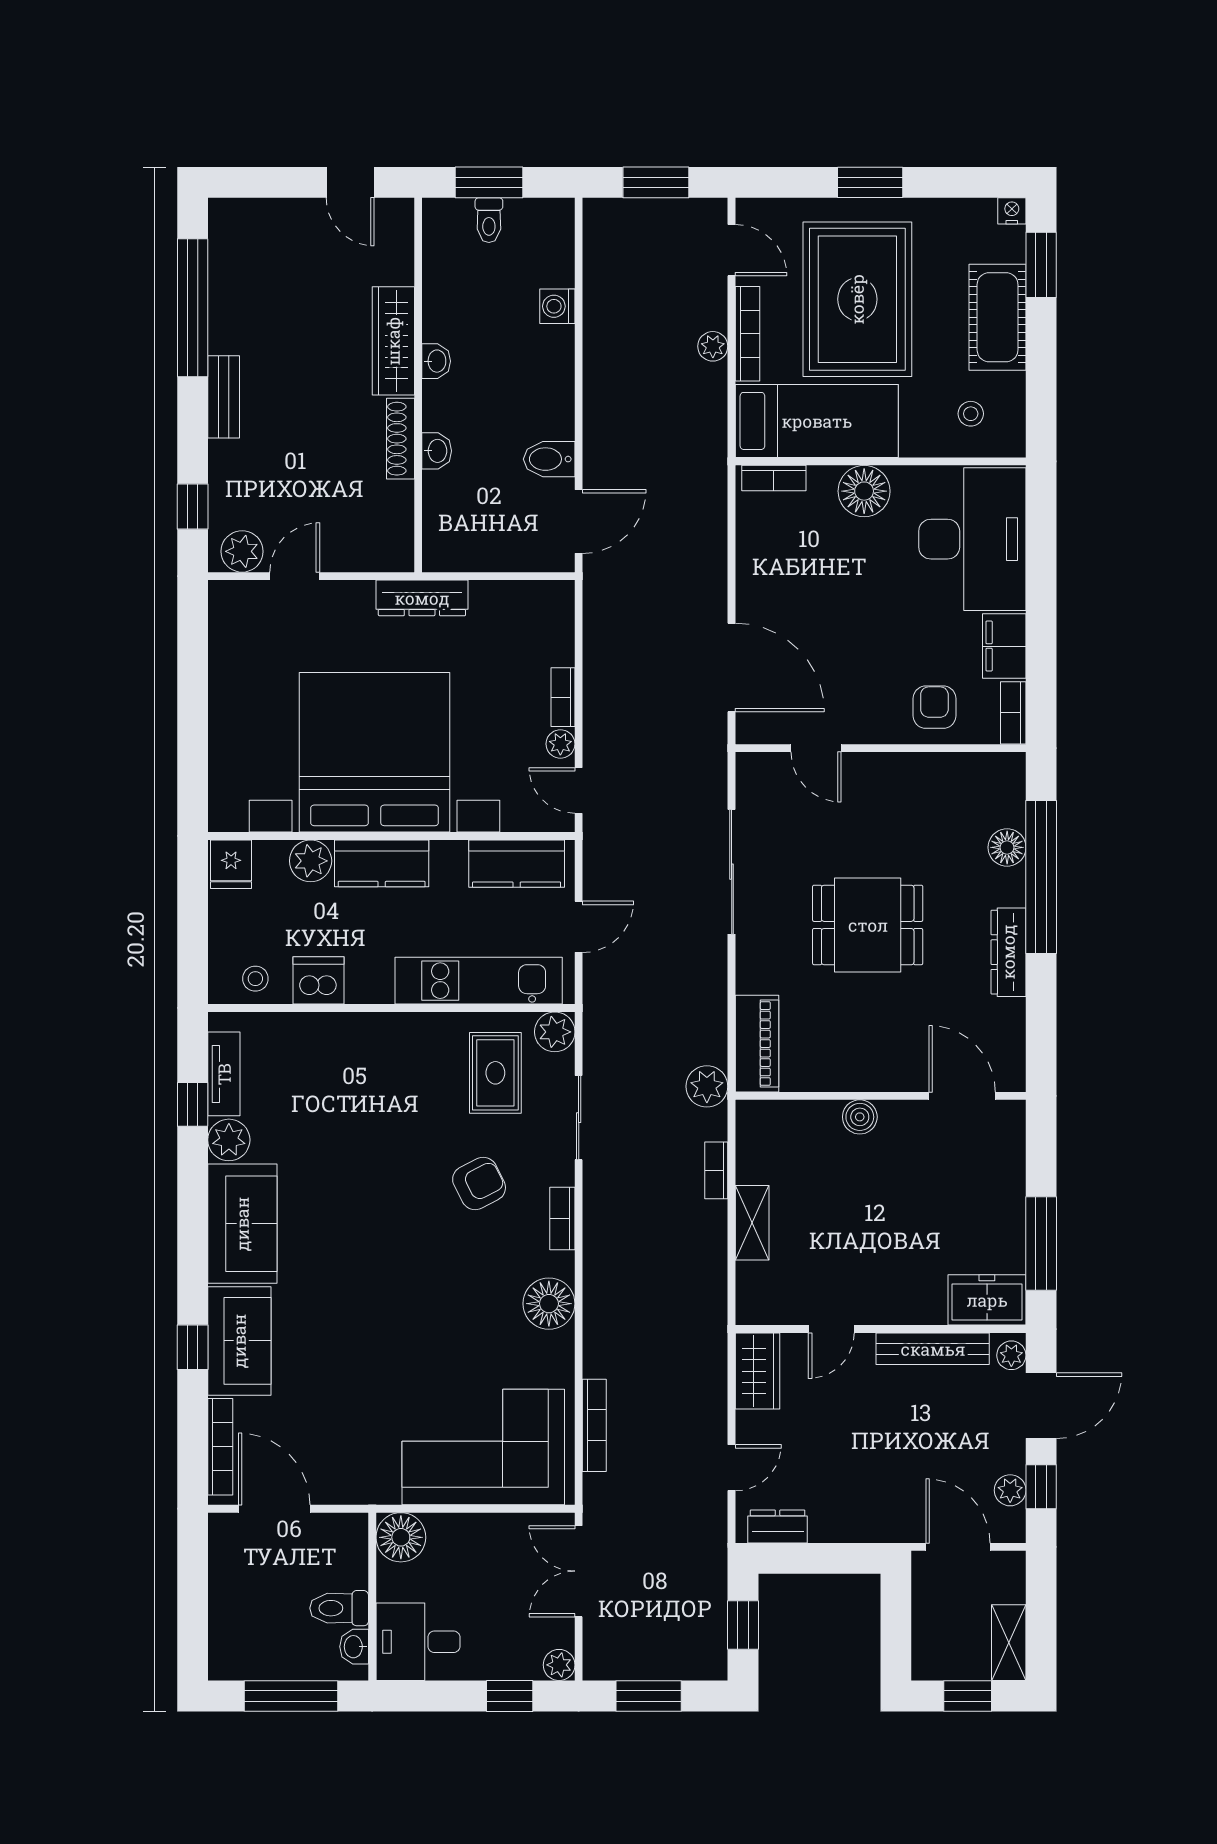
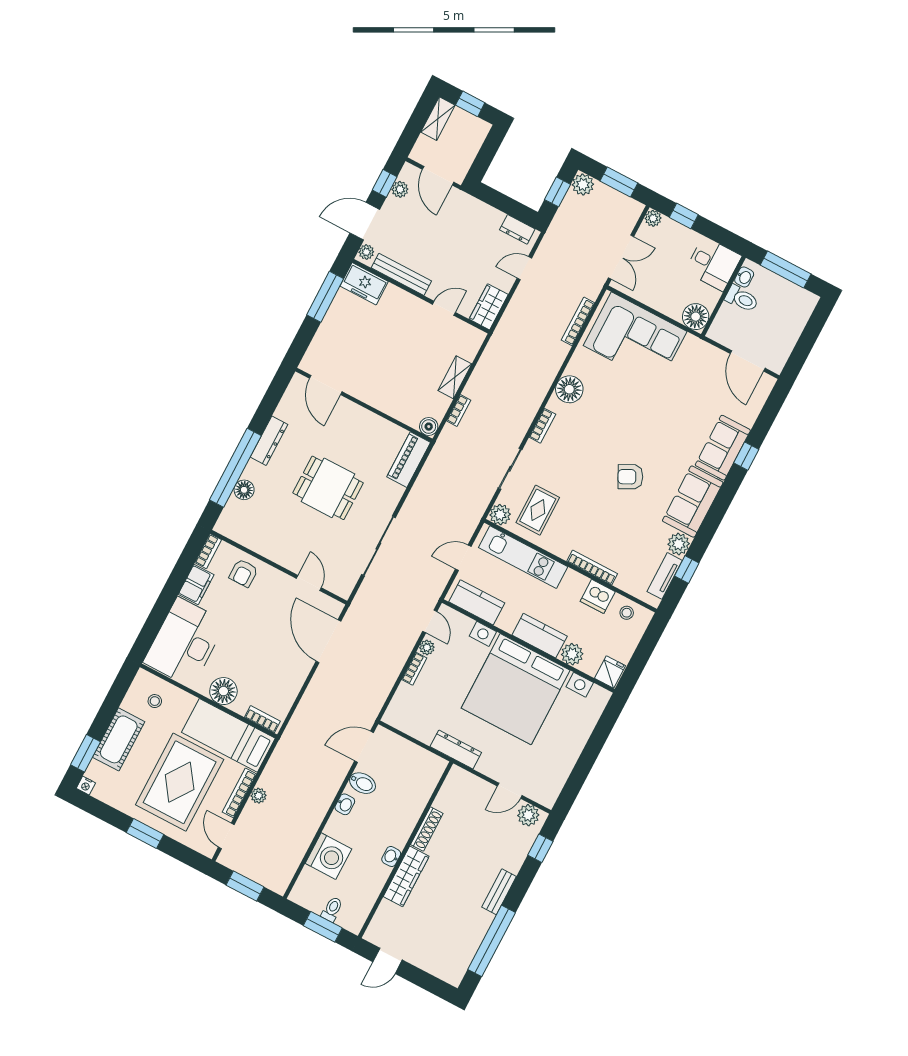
door: (350, 182) -> (388, 961), swing flipped
washing machine: (557, 306) -> (328, 856), width x1.89, depth x1.89
washbasin: (437, 451) -> (345, 804), moved, turned 180
plant: (707, 1086) -> (583, 185), moved
boiler: (860, 1117) -> (429, 427), moved
armchair: (479, 1183) -> (630, 477), moved
bookcase: (220, 1447) -> (592, 568), moved, turned 90

